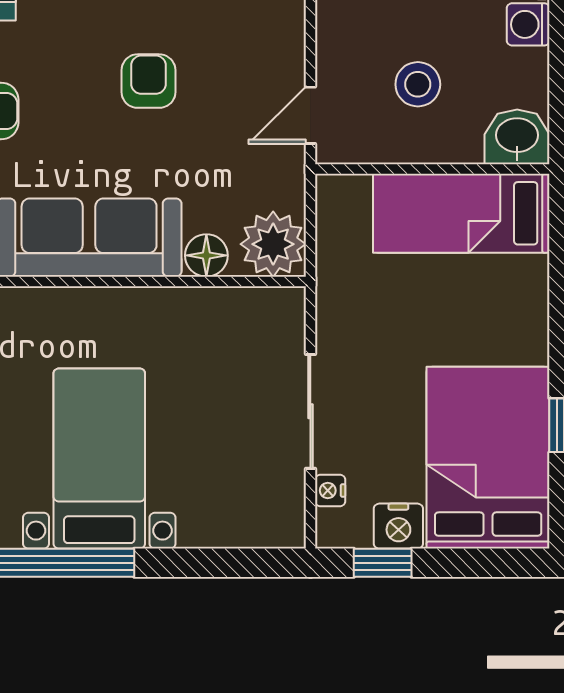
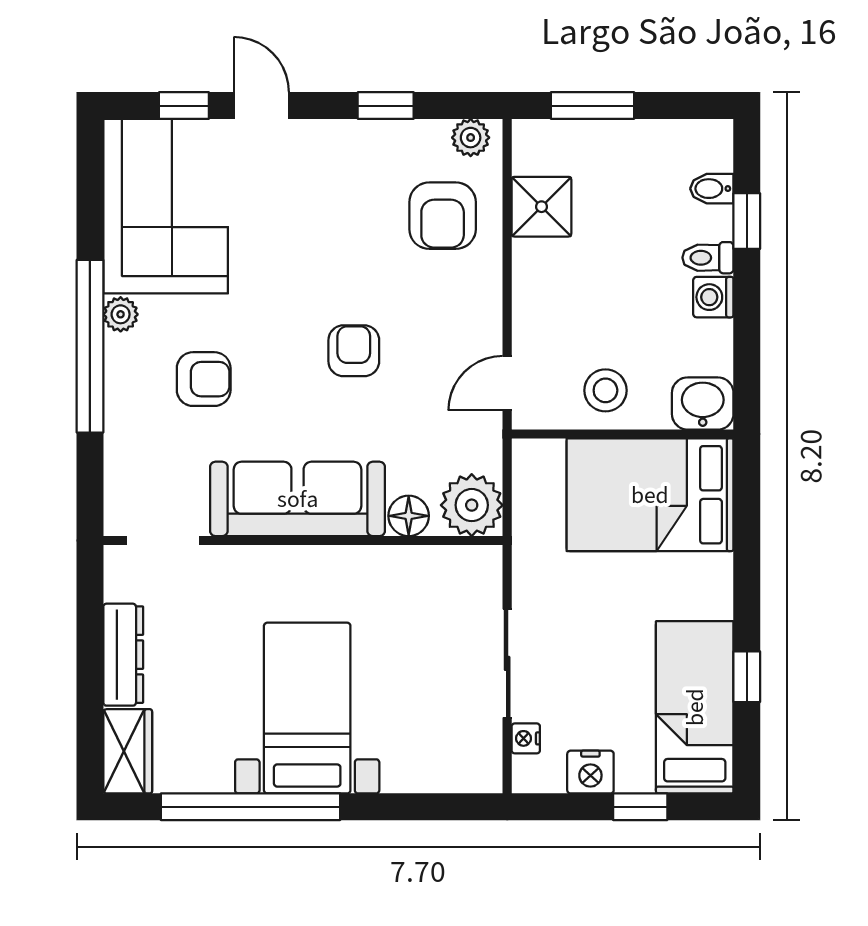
stool: (418, 84) -> (605, 390), moved
bed: (461, 213) -> (650, 495), width x1.50
bed: (488, 458) -> (695, 707), width x0.67
window: (383, 563) -> (640, 807), moved

